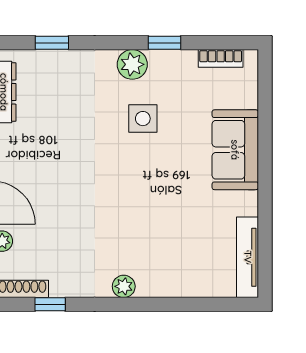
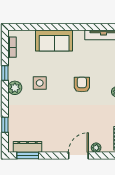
armchair: (139, 210) -> (82, 85), added

